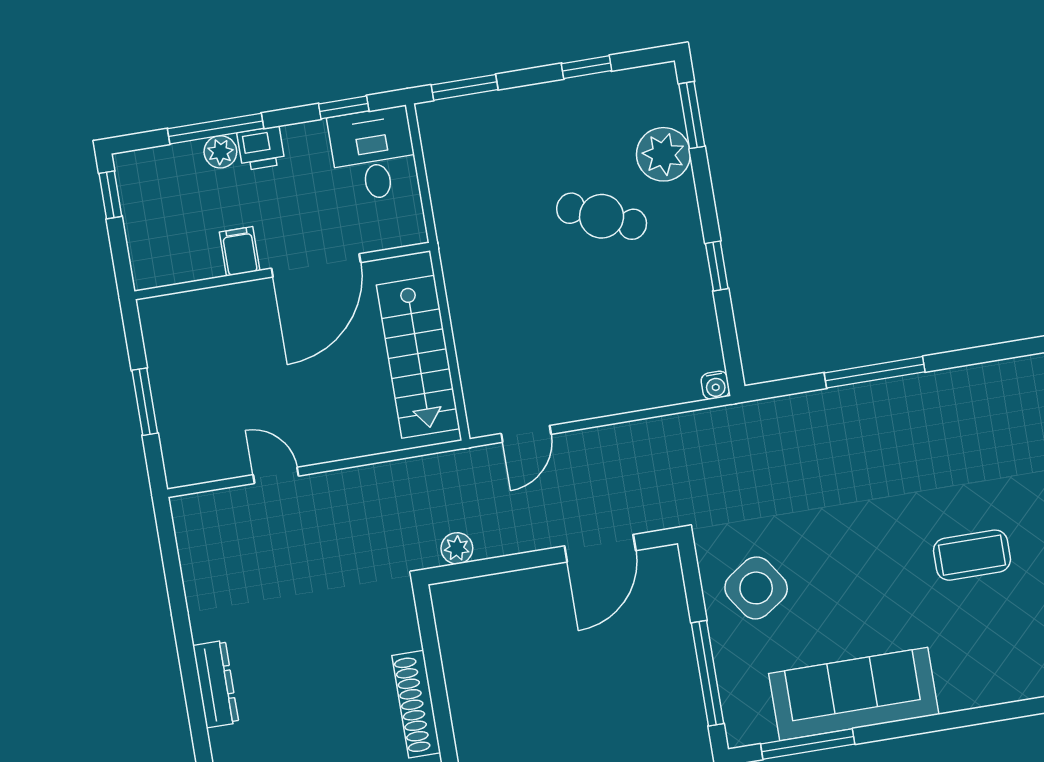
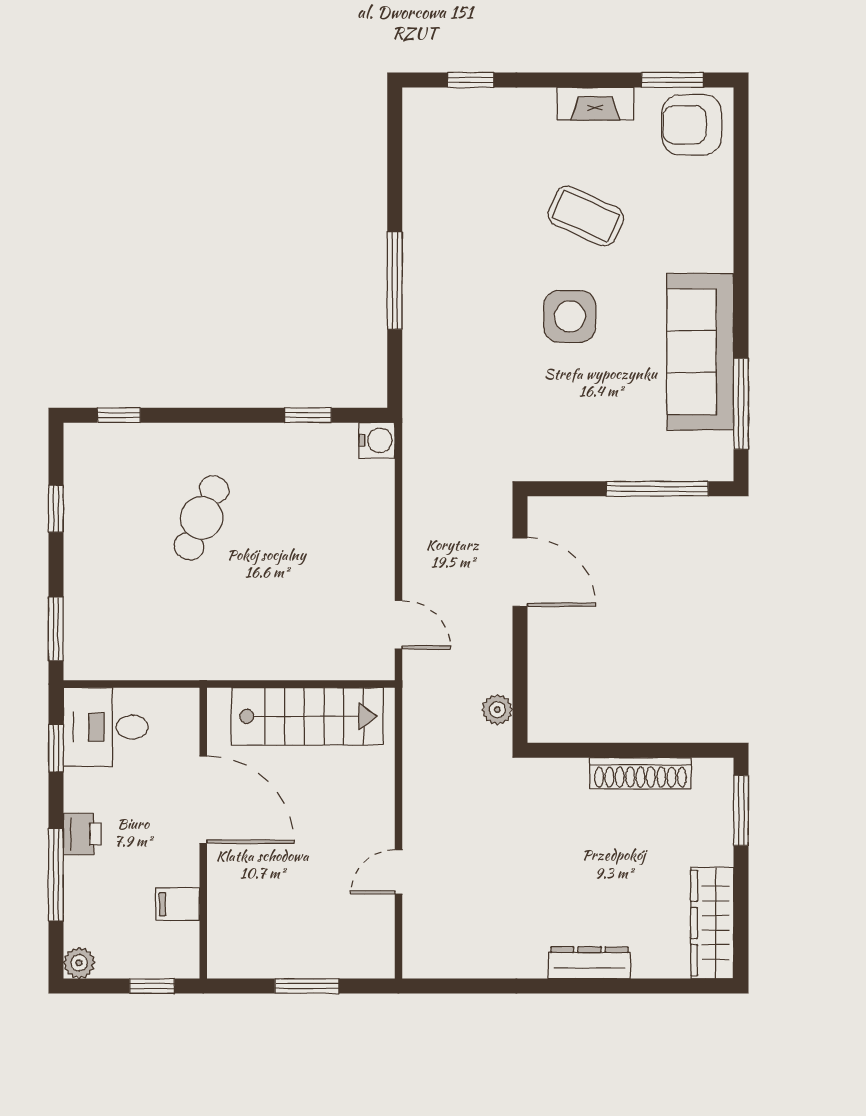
window: (692, 115) -> (119, 415), width x0.67
plant: (220, 152) -> (79, 963), moved
plant: (663, 154) -> (152, 449), removed
window: (110, 195) -> (152, 986), moved
filing cabinet: (240, 251) -> (178, 904), moved
window: (717, 266) -> (308, 415), moved
water cooler: (715, 385) -> (377, 440), width x1.38, depth x1.38
coffee table: (972, 555) -> (586, 216), turned -66
side table: (756, 588) -> (570, 316), moved, turned 34

